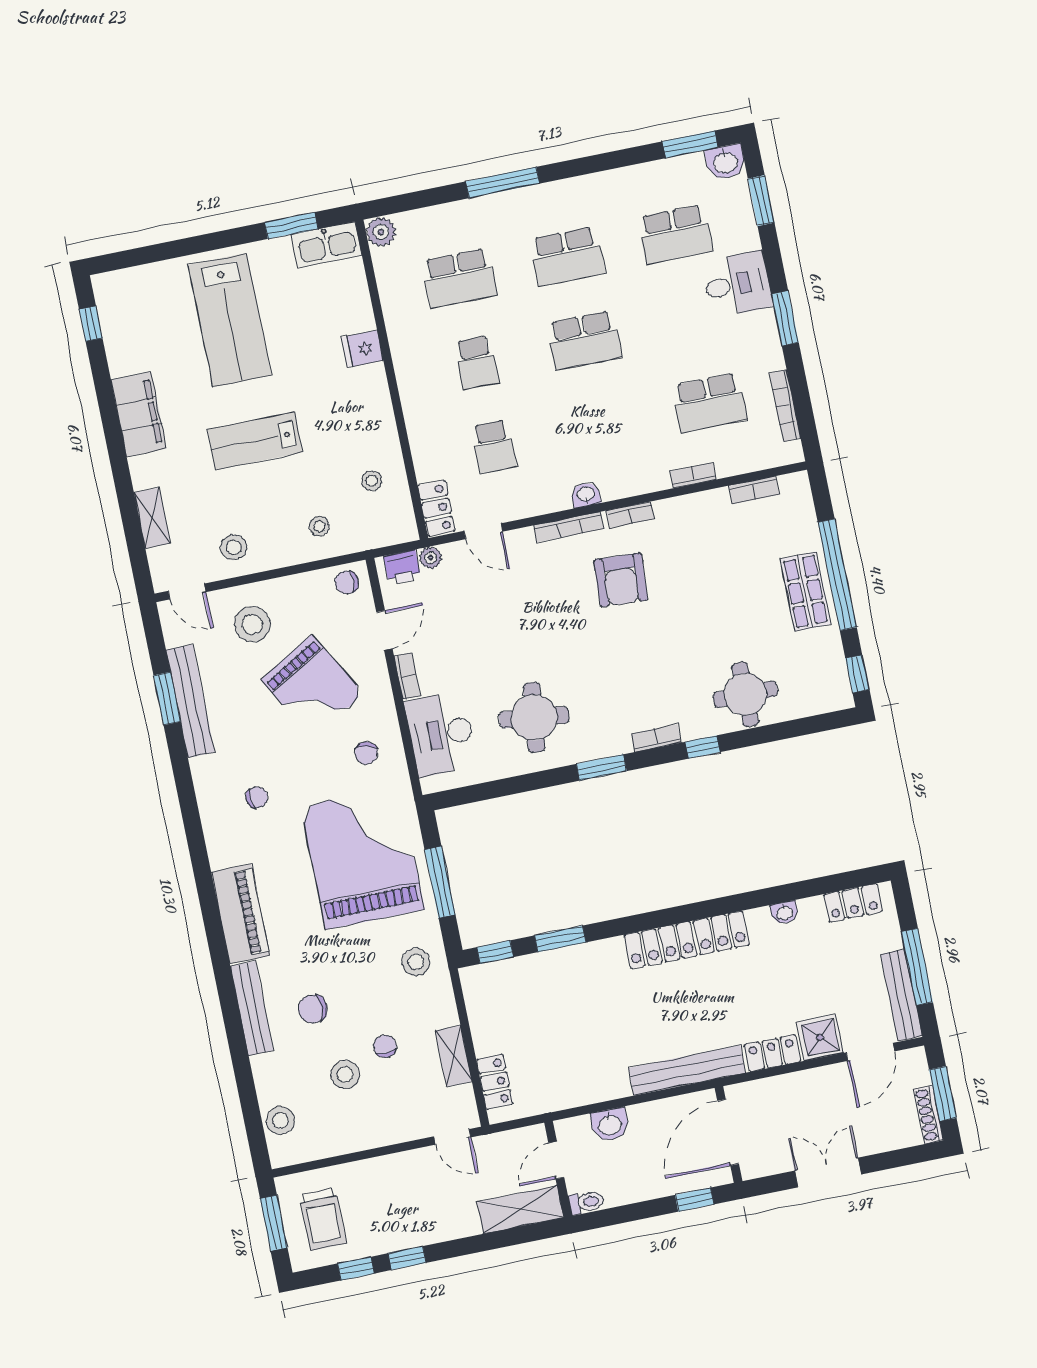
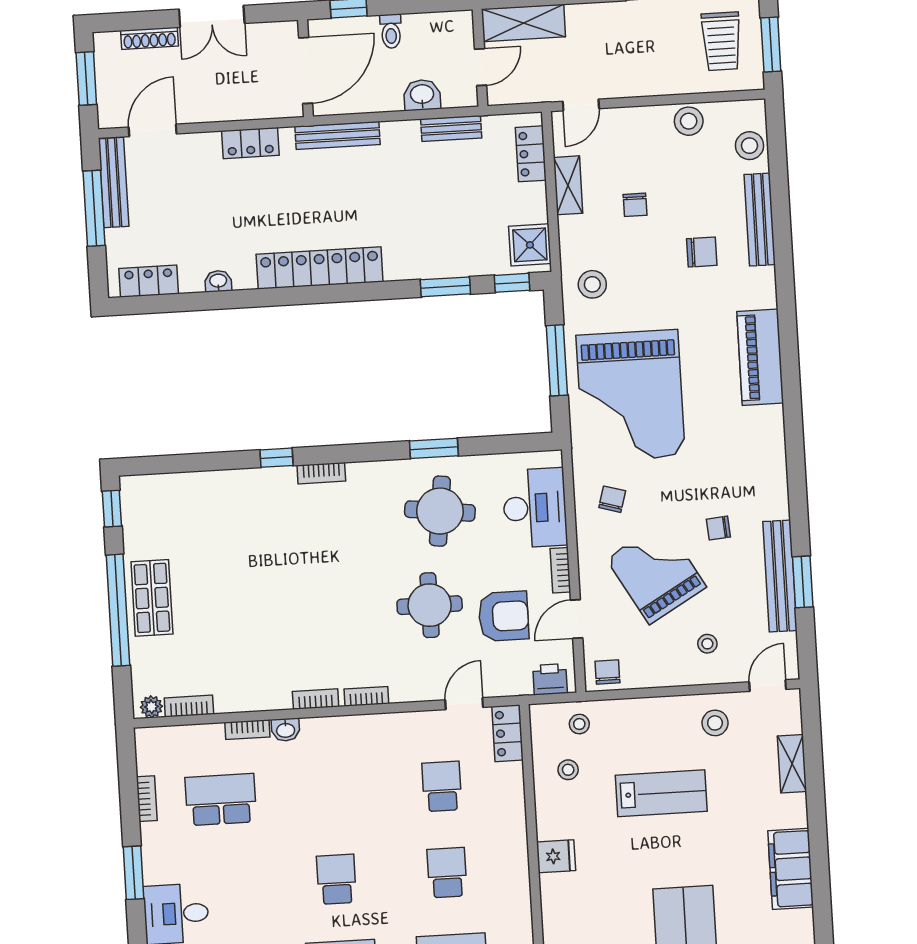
school desk: (584, 340) -> (336, 879), width x0.54
fridge: (362, 349) -> (556, 856), moved
bookcase: (785, 406) -> (147, 799), width x0.64
lab bench: (255, 441) -> (661, 793), moved
washbasin: (586, 495) -> (286, 730), moved
stool: (319, 526) -> (579, 724), moved
bookcase: (569, 527) -> (366, 696), width x0.64
door: (483, 531) -> (464, 704), hinge flipped
plant: (431, 558) -> (151, 707), moved
armchair: (621, 580) -> (504, 616), moved, turned 87
chair: (347, 582) -> (607, 672), turned -90
door: (187, 592) -> (768, 686), hinge flipped
stool: (252, 624) -> (707, 644), width x0.53, depth x0.53
round table: (745, 694) -> (430, 605), moved
window: (601, 768) -> (434, 448), moved
chair: (257, 797) -> (718, 528), moved
bench: (252, 1008) -> (760, 220), moved
shower: (820, 1037) -> (530, 245), moved
bench: (687, 1070) -> (338, 136), width x0.73, depth x0.82
stool: (345, 1075) -> (689, 121), moved
bench: (577, 1096) -> (451, 128), added
shoe rack: (929, 1115) -> (149, 38), moved, turned 90
door: (452, 1137) -> (581, 105), swing flipped
toilet: (586, 1202) -> (391, 31), moved, turned -90
trolley: (323, 1219) -> (721, 41), turned 180

